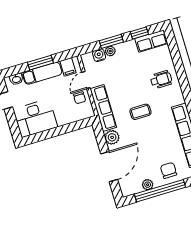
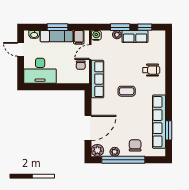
row of seats: (151, 41) -> (135, 37), moved
water cooler: (99, 55) -> (96, 35), moved
plant: (112, 137) -> (97, 150), moved

